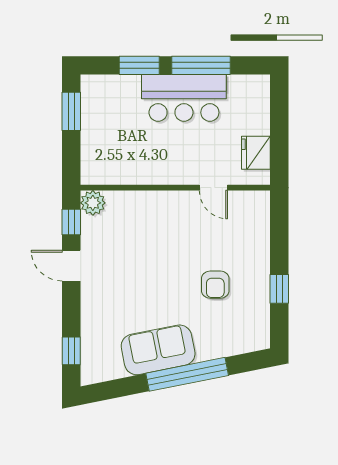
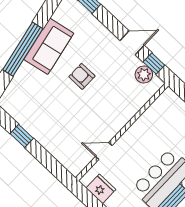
plant: (93, 203) -> (144, 75), moved
armchair: (215, 285) -> (82, 76), moved

